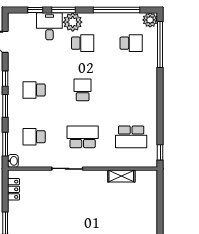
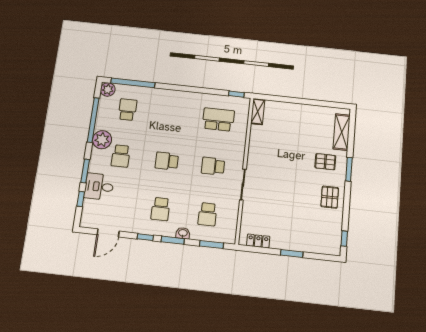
plant: (73, 22) -> (102, 140), moved
school desk: (83, 43) -> (121, 156), turned 180
school desk: (83, 137) -> (213, 166), width x0.54
school desk: (131, 137) -> (218, 120), turned -90
washbasin: (13, 161) -> (183, 233), moved
shelving: (121, 176) -> (258, 112), moved

